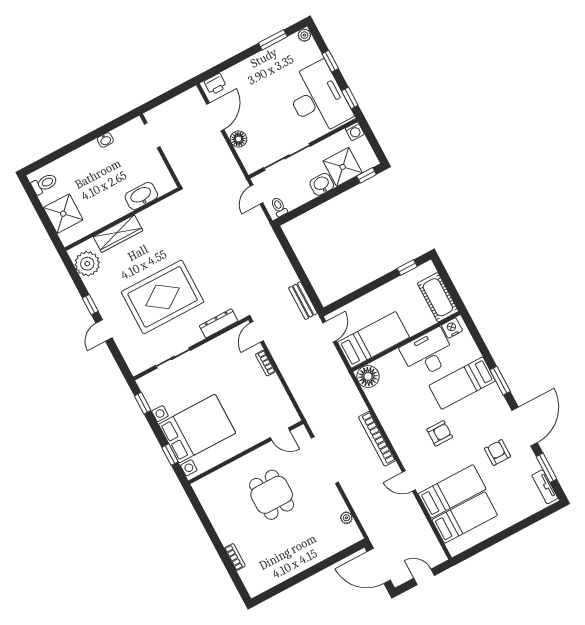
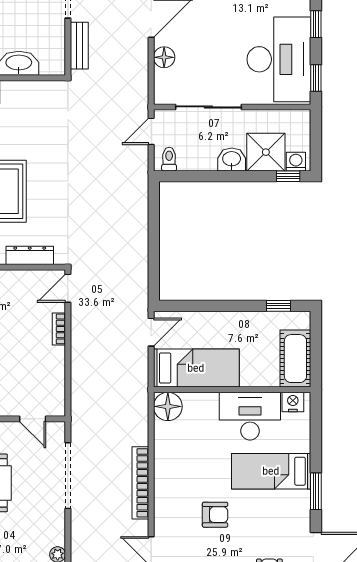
washing machine: (355, 131) -> (296, 162), moved, turned 180
bench: (303, 301) -> (79, 46), moved

